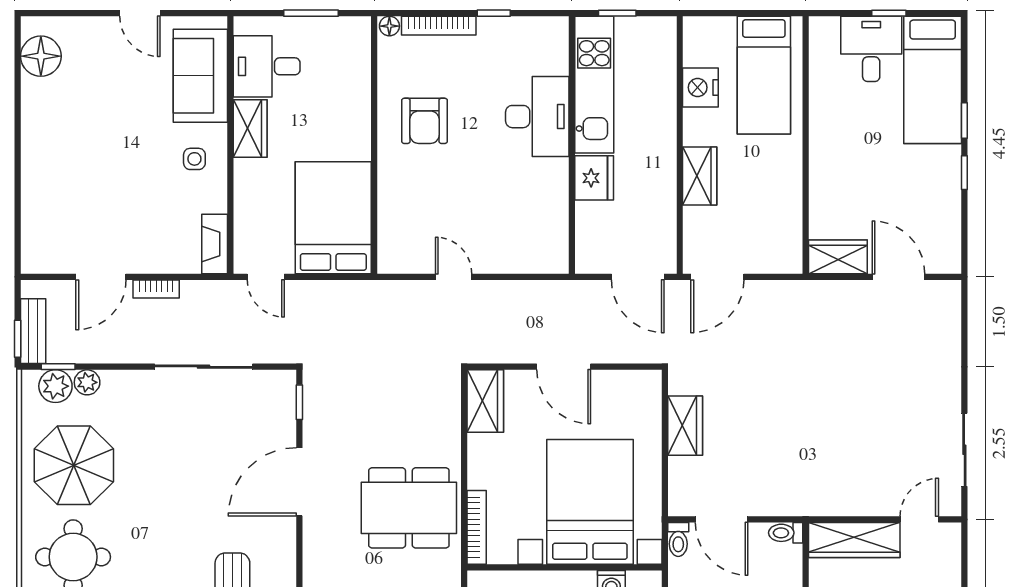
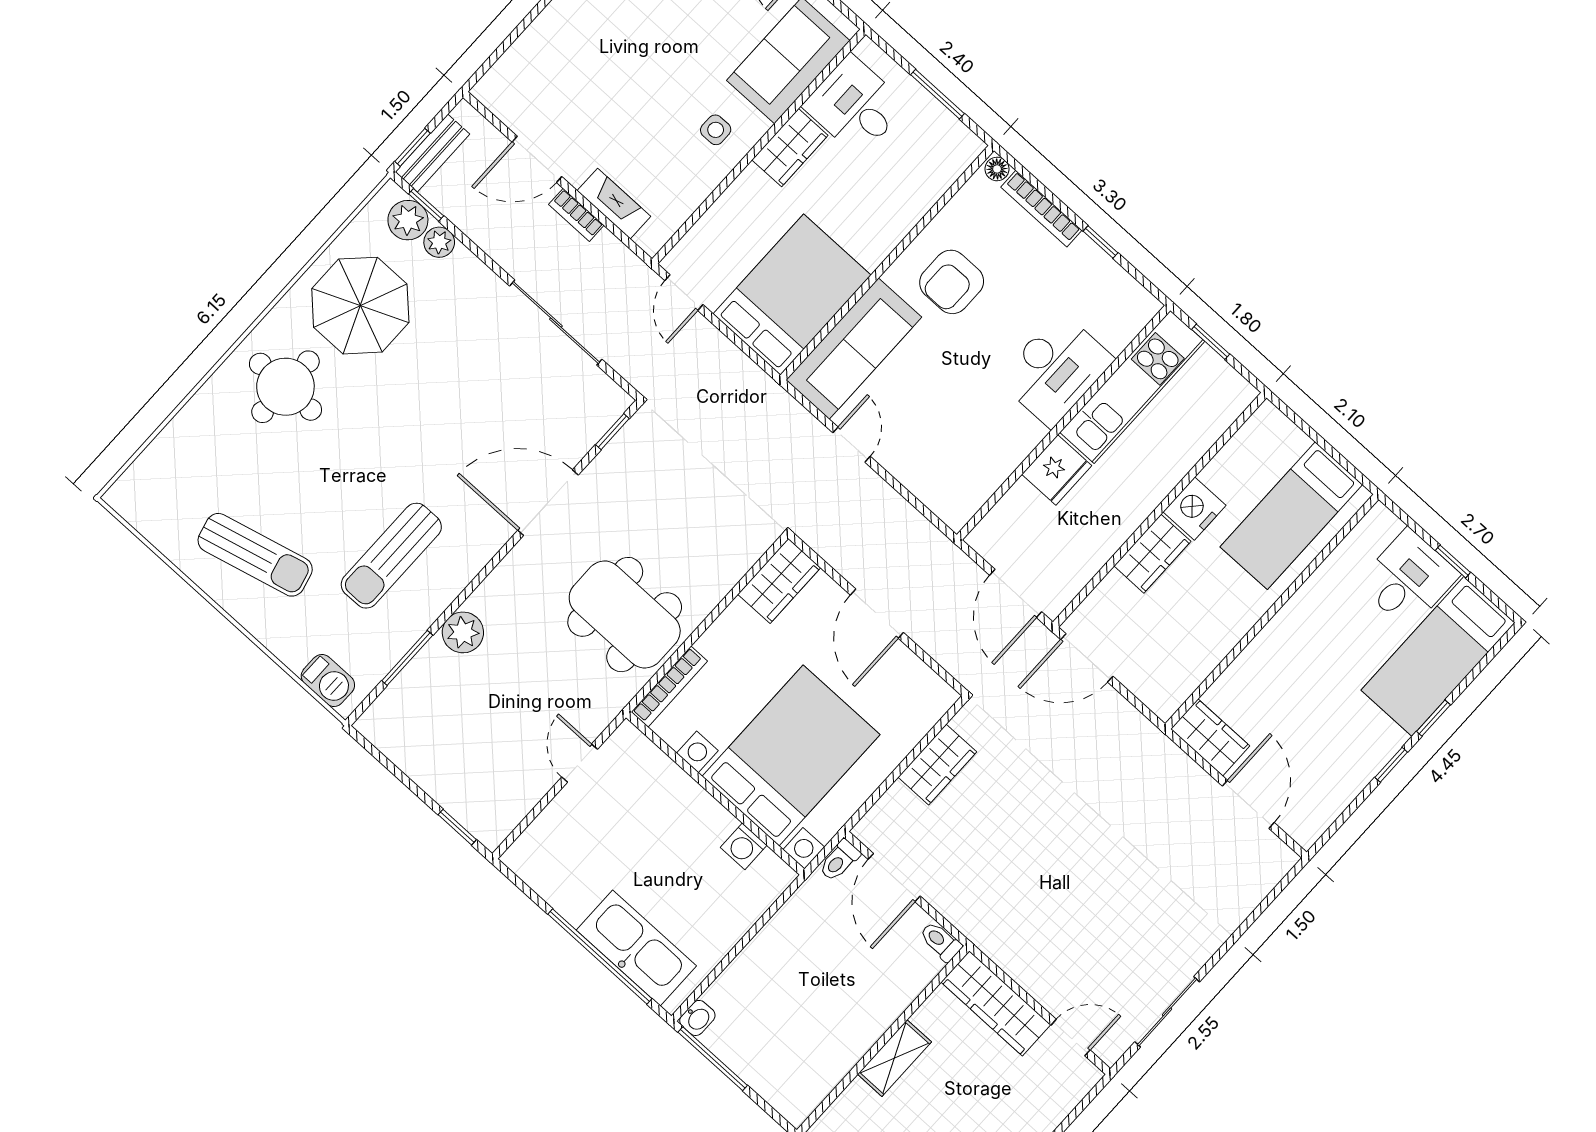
nightstand: (700, 87) -> (1194, 509), moved
sofa: (402, 216) -> (854, 349), added
fireplace: (215, 244) -> (614, 204), moved, turned 90

